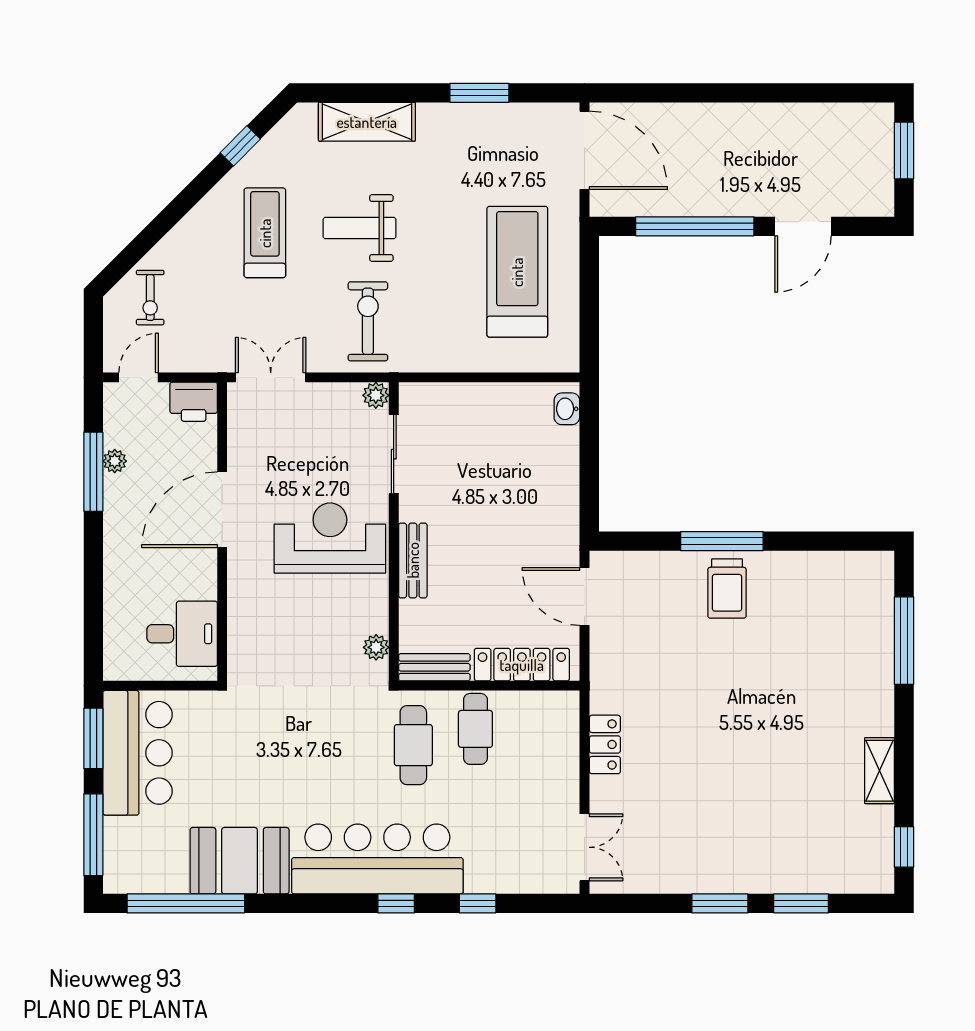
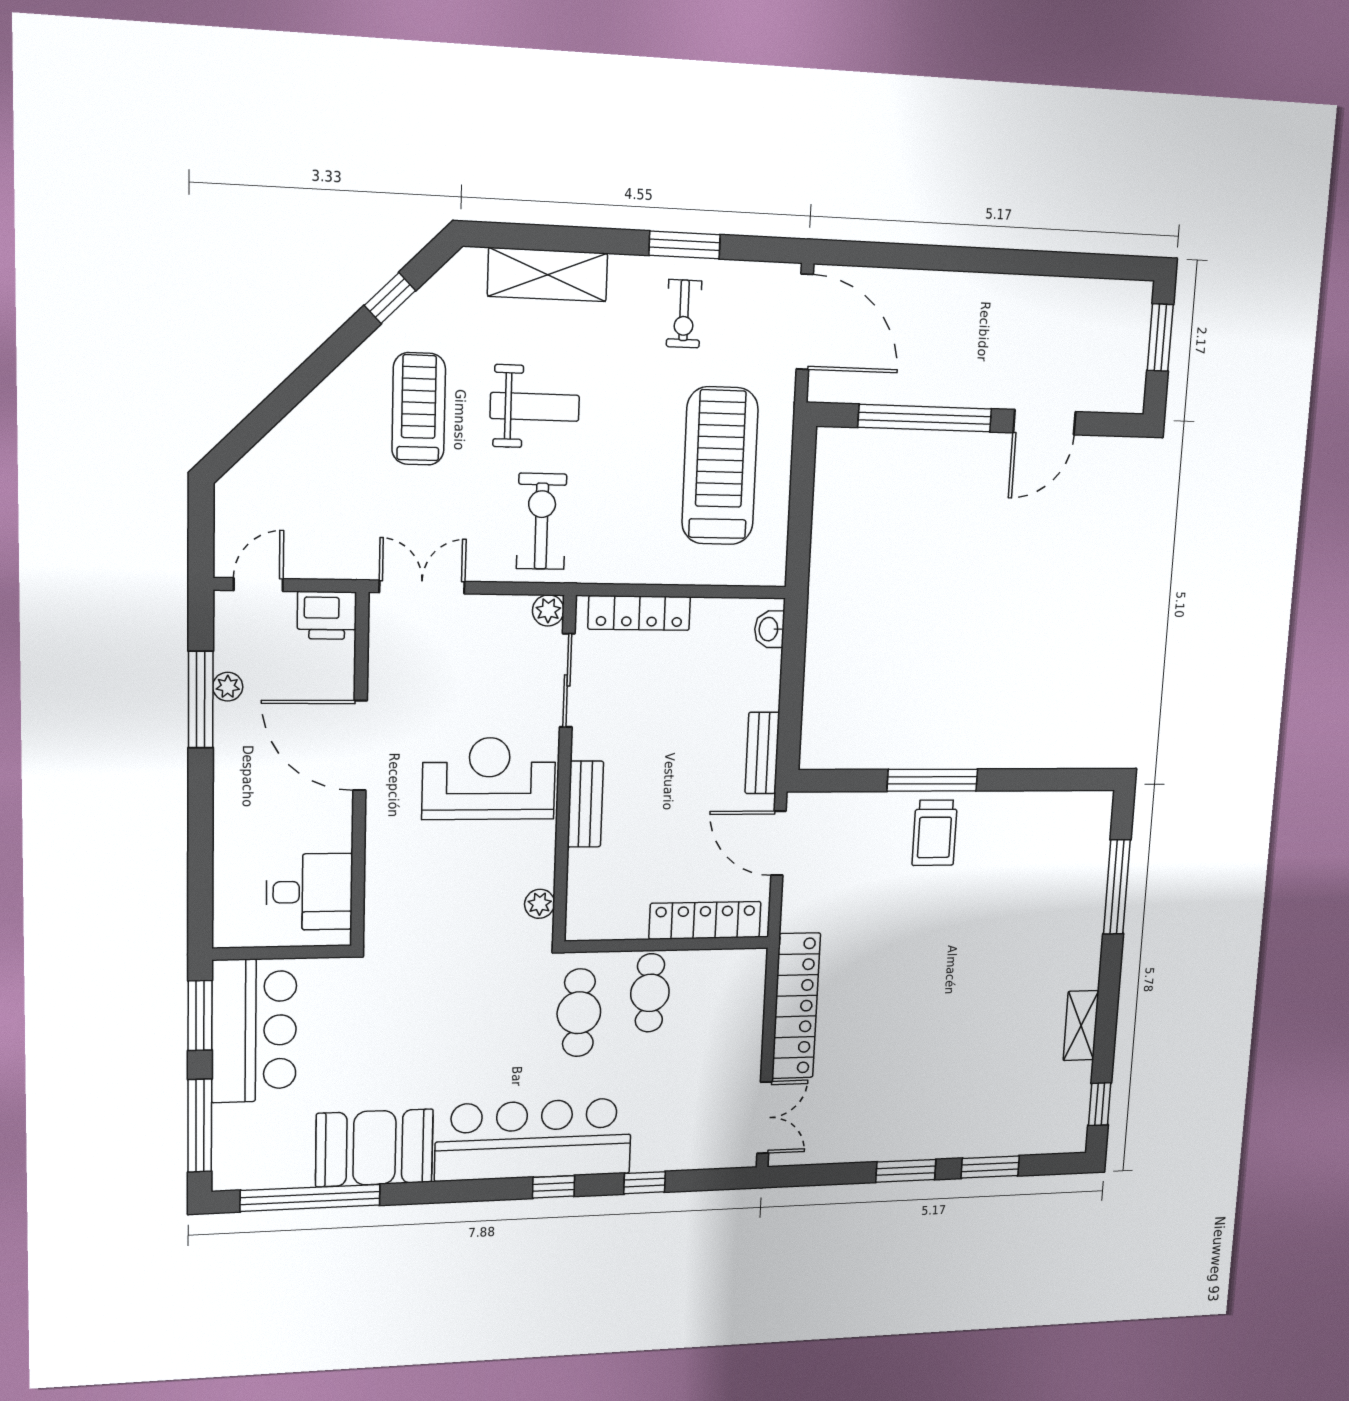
weight bench: (360, 228) -> (535, 407), turned 180
exercise bike: (150, 298) -> (684, 314), moved
locker: (453, 396) -> (639, 613), added
door: (222, 510) -> (360, 746), hinge flipped
bench: (434, 667) -> (762, 753), moved, turned 90
locker: (605, 744) -> (796, 1006), width x2.16, depth x1.21

